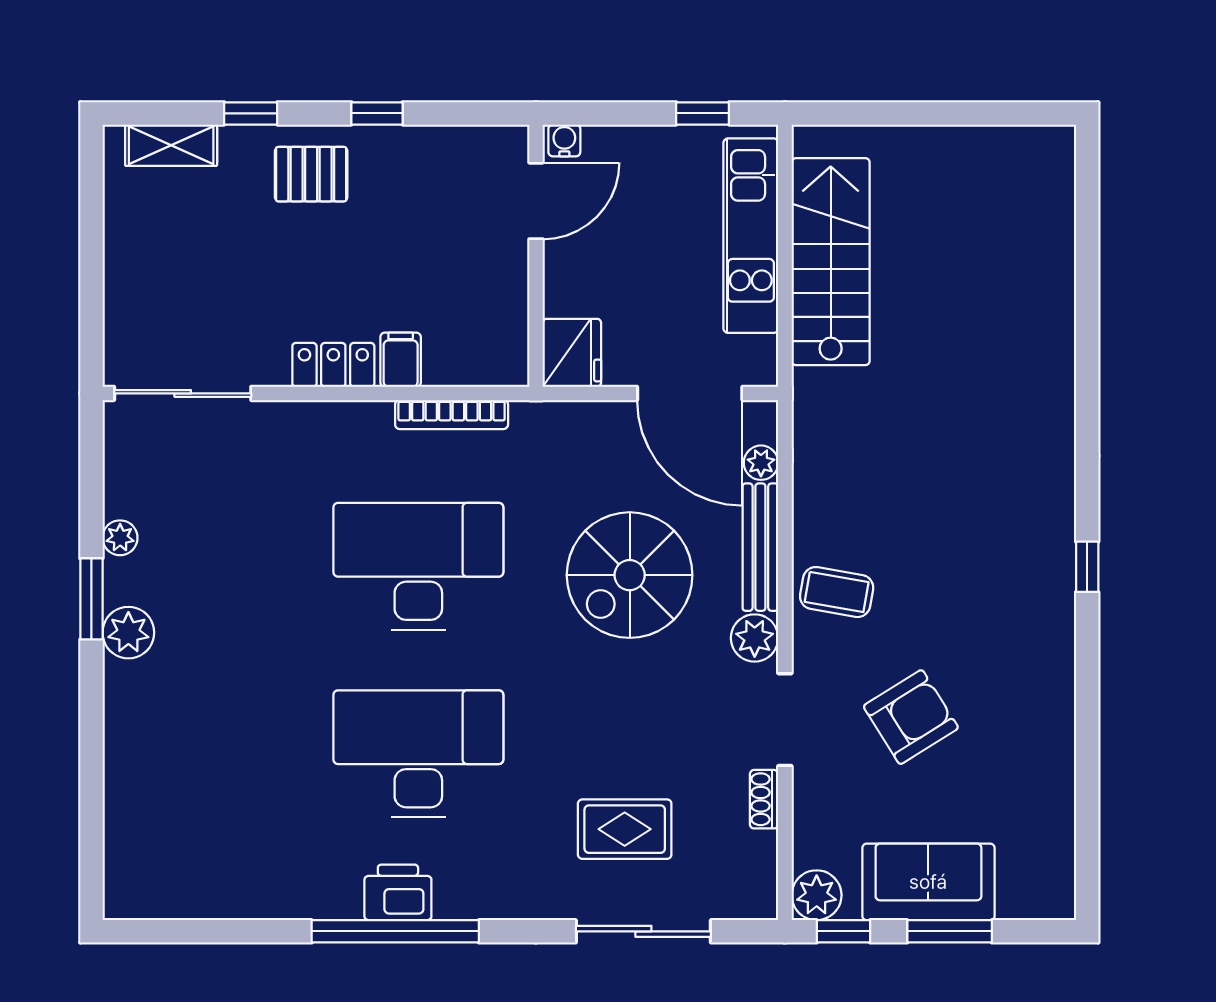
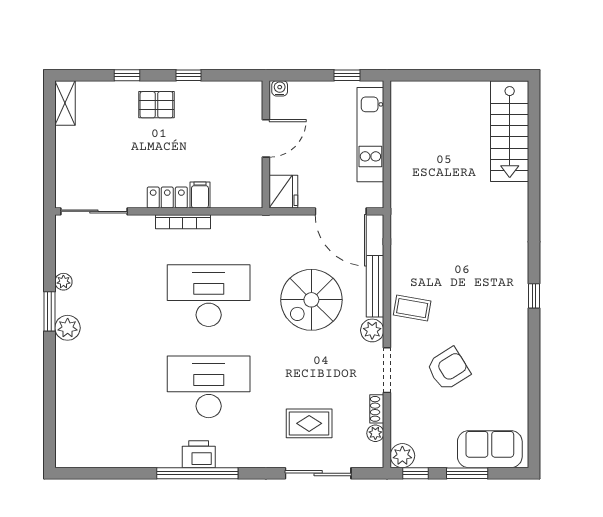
shelving: (171, 145) -> (65, 103), moved, turned 90
door: (536, 201) -> (266, 138), moved
stairs: (831, 262) -> (510, 131), moved, turned 180
bookcase: (452, 415) -> (183, 222), moved
plant: (761, 463) -> (375, 433), moved
sofa: (928, 882) -> (490, 449), moved

